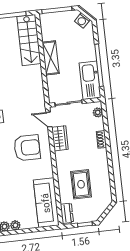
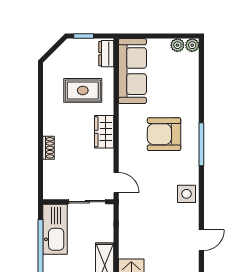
plant: (98, 112) -> (49, 185), removed
wardrobe: (60, 138) -> (104, 132), moved
armchair: (27, 148) -> (164, 134), moved
rug: (81, 184) -> (83, 90), turned 90

